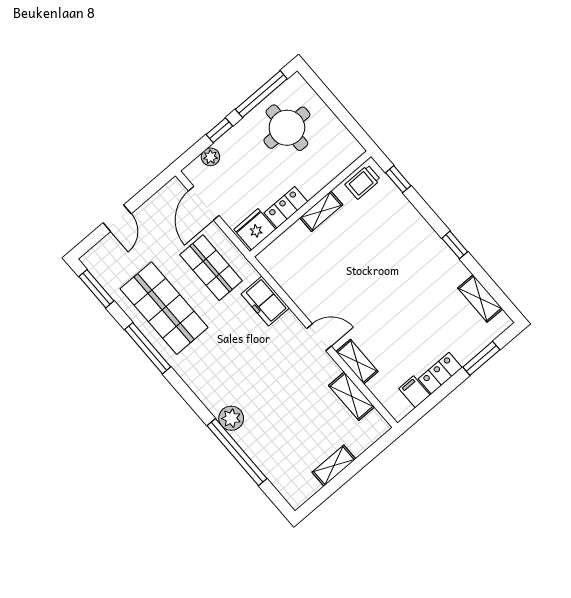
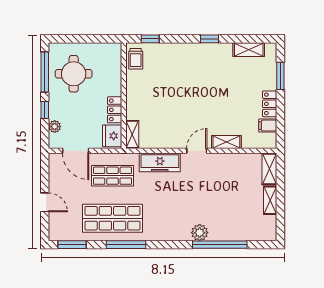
shelving: (321, 211) -> (132, 134), moved
freezer: (265, 301) -> (160, 162), width x1.40
shelving: (352, 396) -> (269, 169), moved, turned 90

